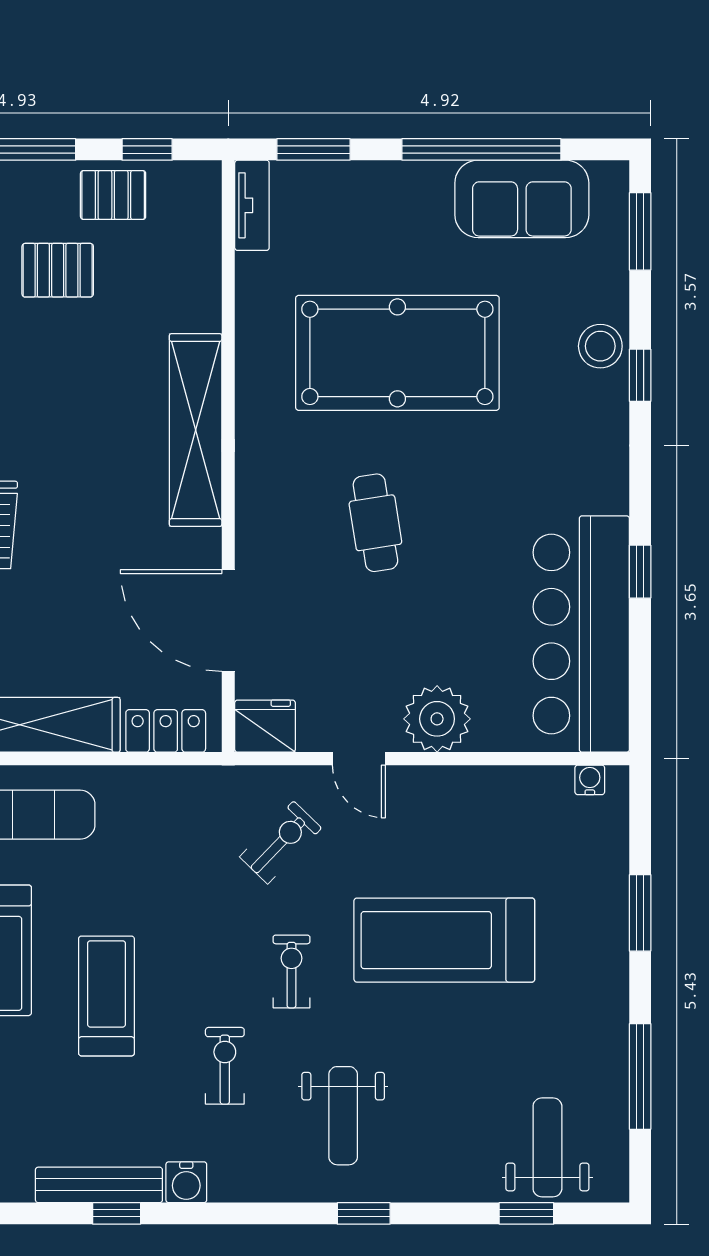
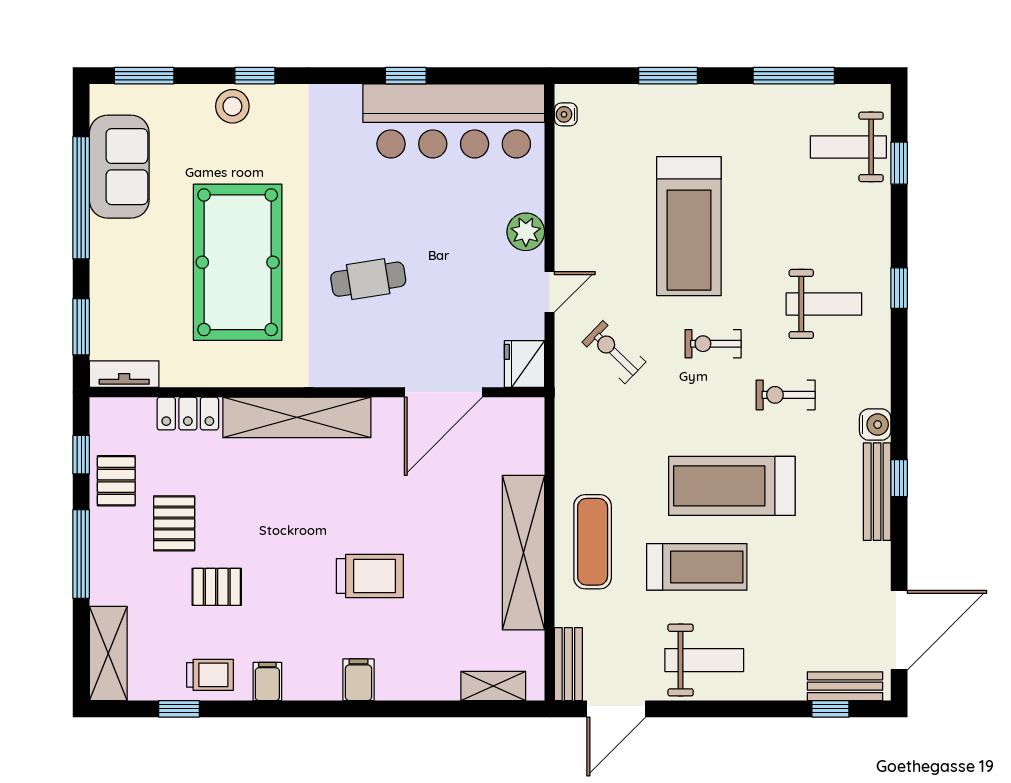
plant: (437, 719) -> (526, 232), width x0.73, depth x0.73
locker: (166, 731) -> (188, 414), moved, turned -90
treadmill: (106, 996) -> (732, 486), width x1.37, depth x1.38

